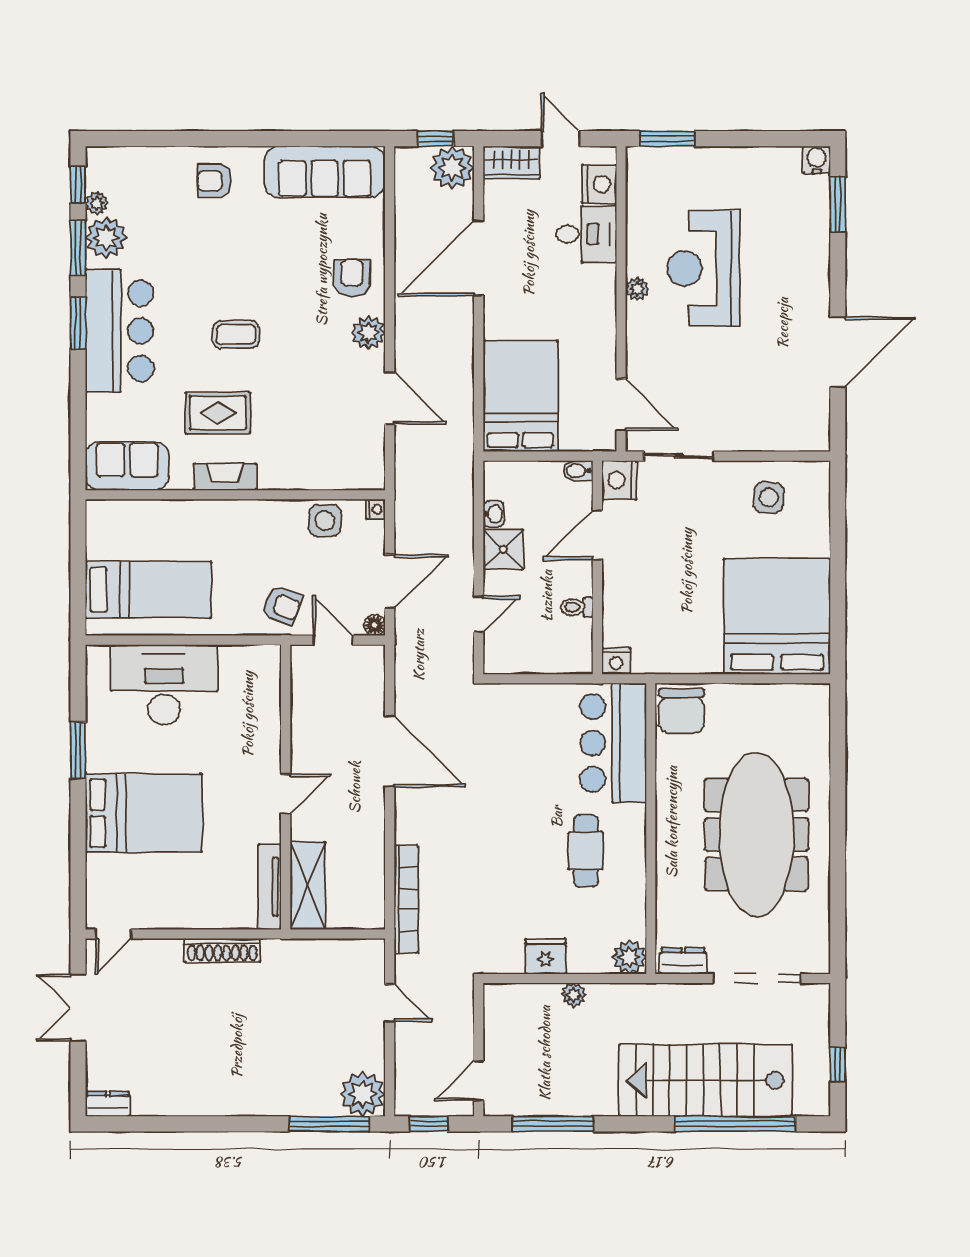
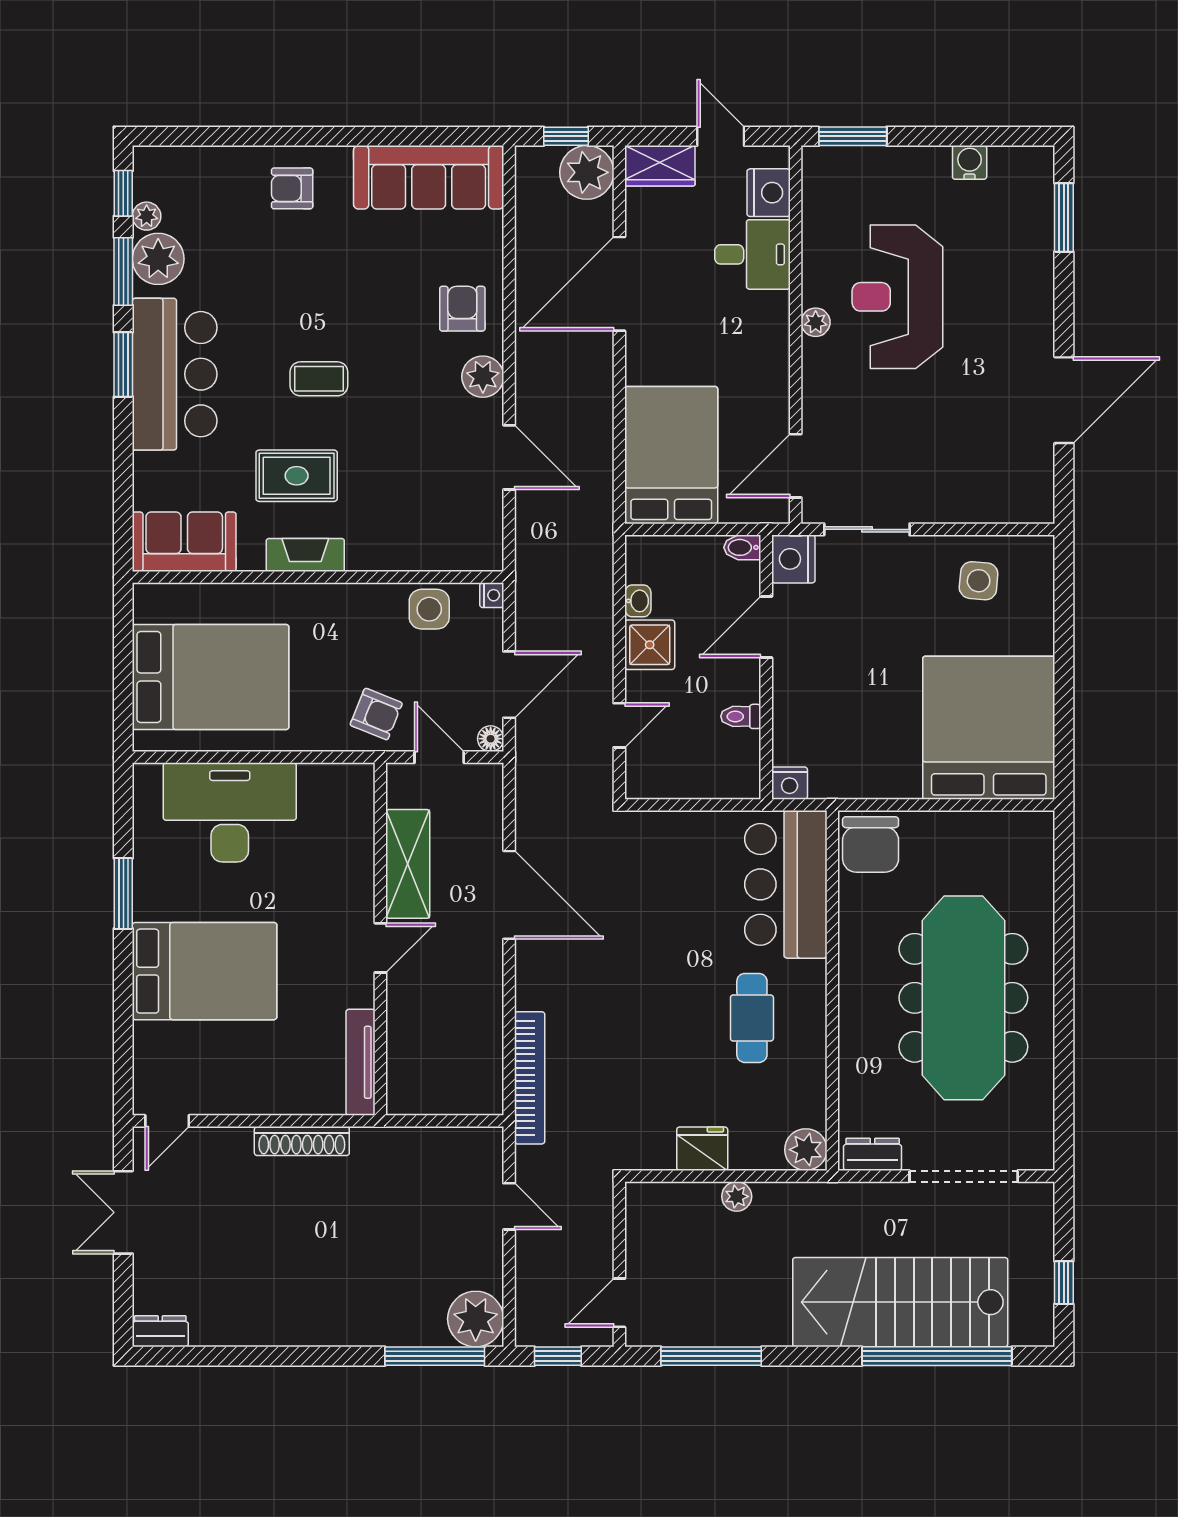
water cooler: (817, 160) -> (970, 162), moved
door: (621, 405) -> (796, 466), swing flipped
bed: (148, 590) -> (211, 677), width x1.50
shelving: (308, 886) -> (408, 864), moved

